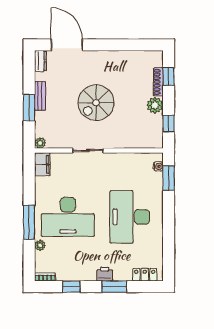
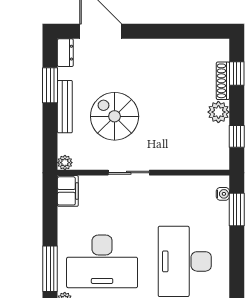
bench: (40, 96) -> (65, 107), width x1.36
spiral stairs: (96, 103) -> (115, 116), moved, turned 90
window: (29, 108) -> (50, 85), moved

